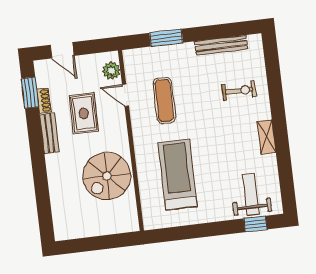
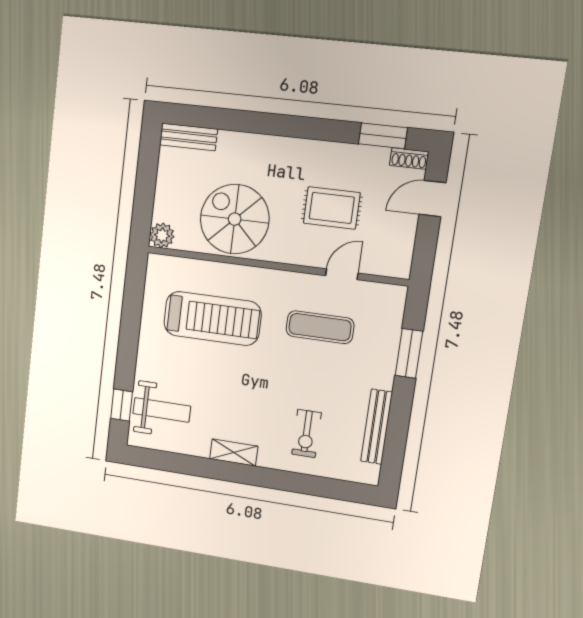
plant: (111, 71) -> (162, 235), moved
shoe rack: (44, 101) -> (409, 159), moved
bench: (49, 133) -> (188, 137), moved

